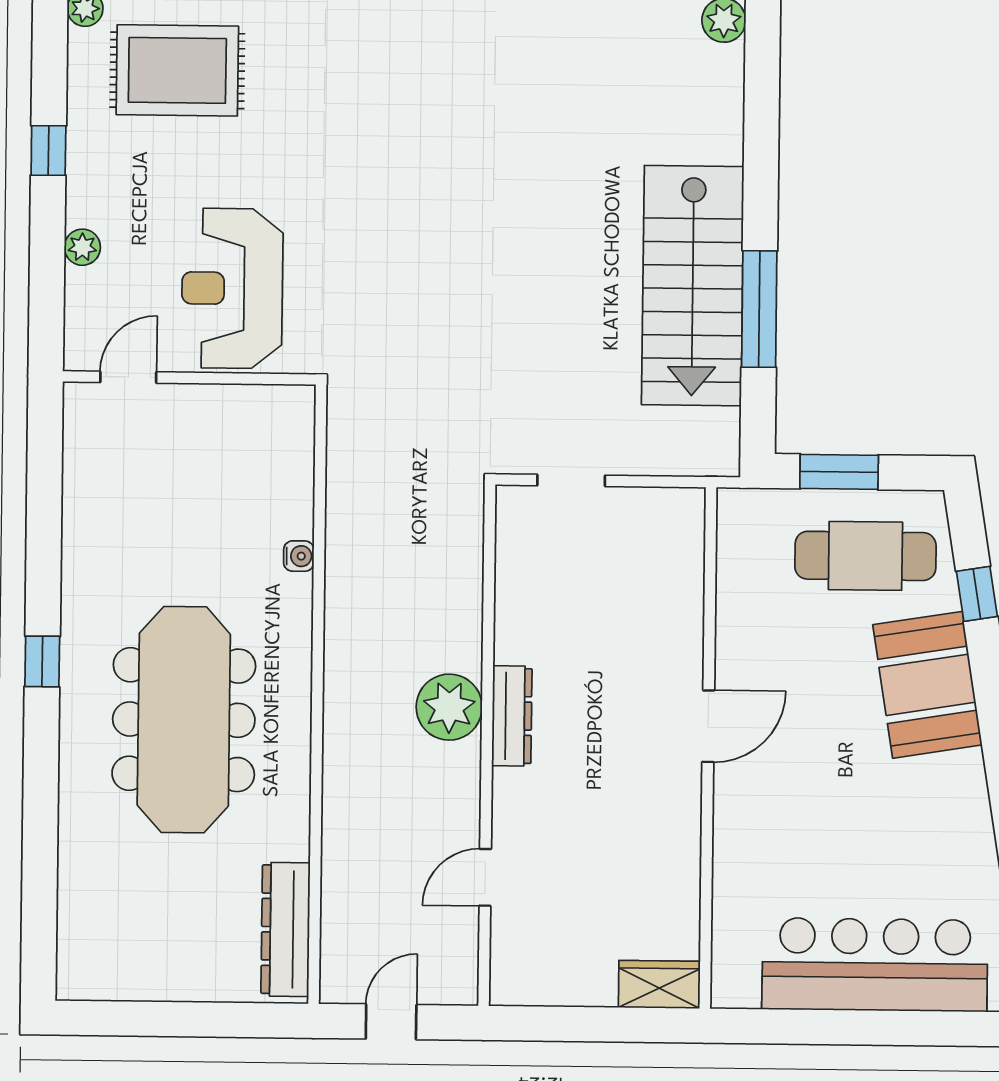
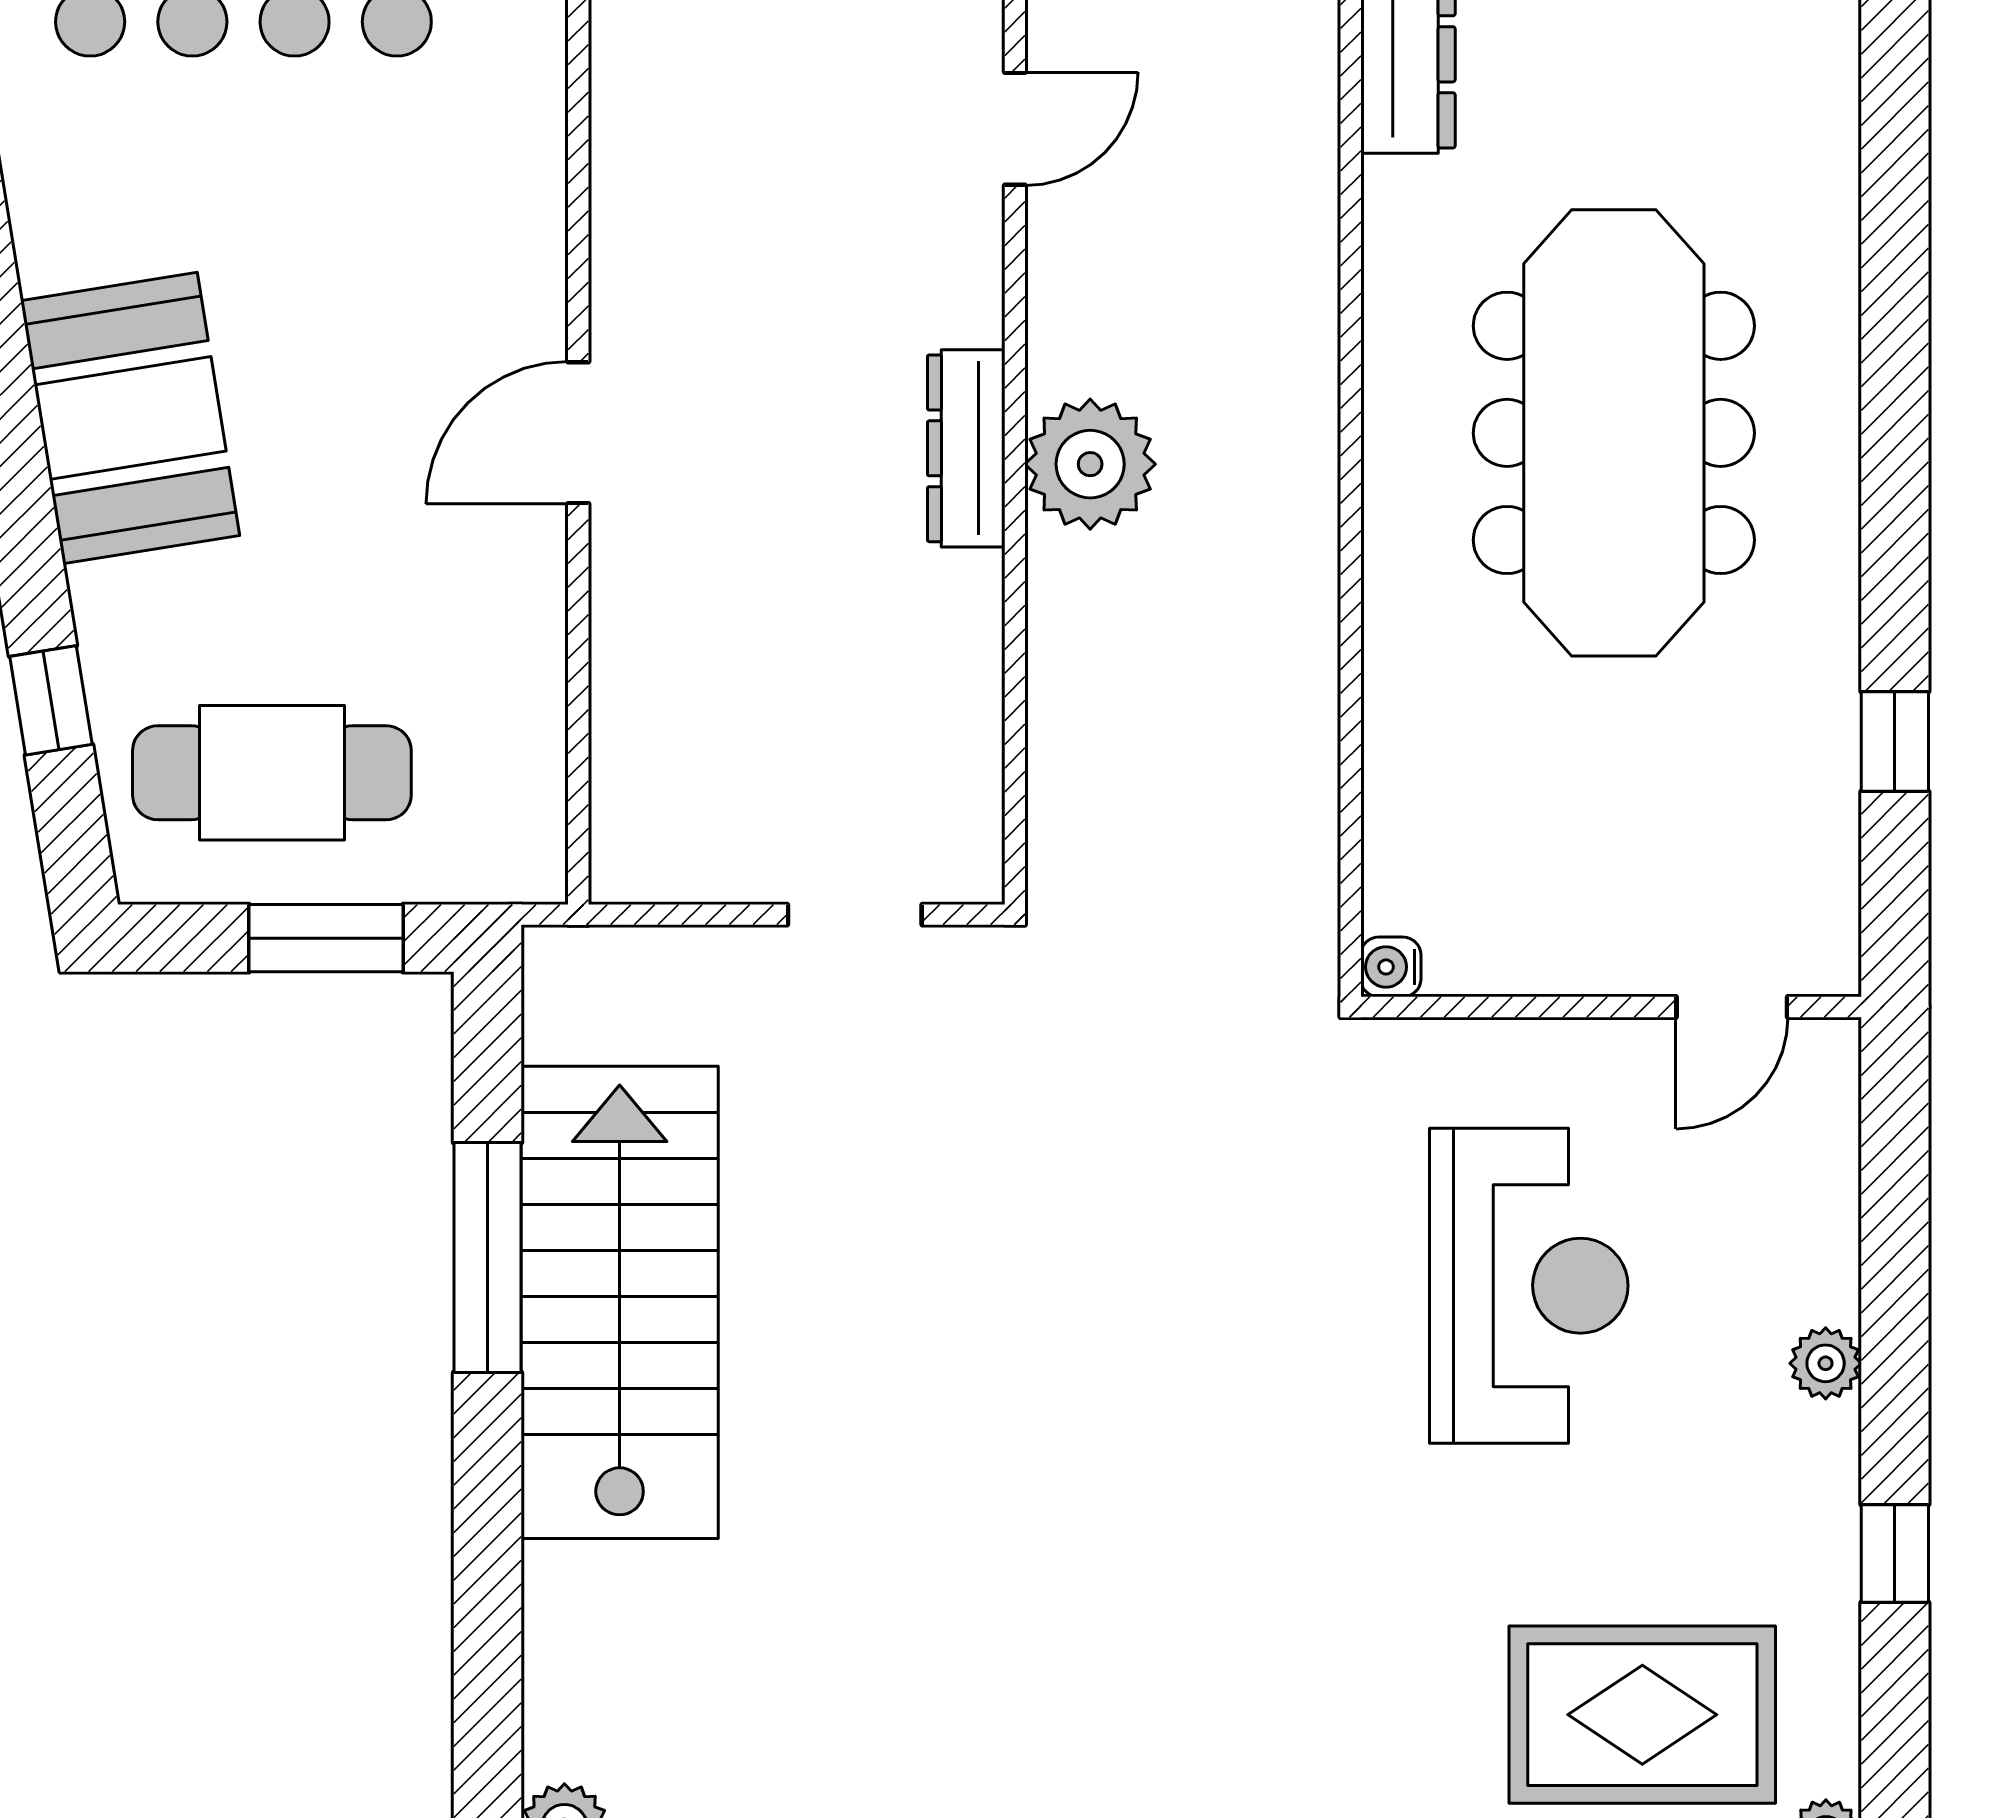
door: (128, 377) -> (1732, 1007), moved
wall: (189, 378) -> (1611, 1007), moved
water cooler: (299, 556) -> (1391, 967), moved
window: (42, 661) -> (1895, 742), moved
booth: (927, 685) -> (130, 418), moved

